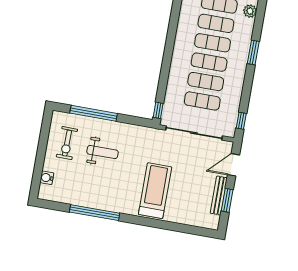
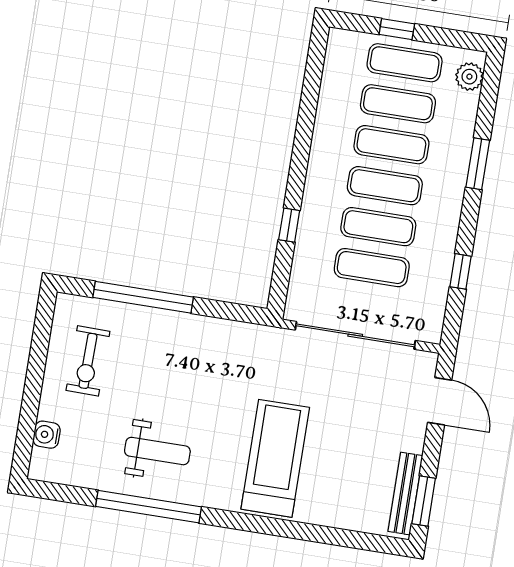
window: (158, 110) -> (289, 225), moved
window: (241, 121) -> (460, 271), moved
weight bench: (102, 152) -> (157, 451), moved
door: (233, 165) -> (440, 401), swing flipped
bench: (219, 195) -> (405, 494), moved
window: (227, 200) -> (424, 501), moved

